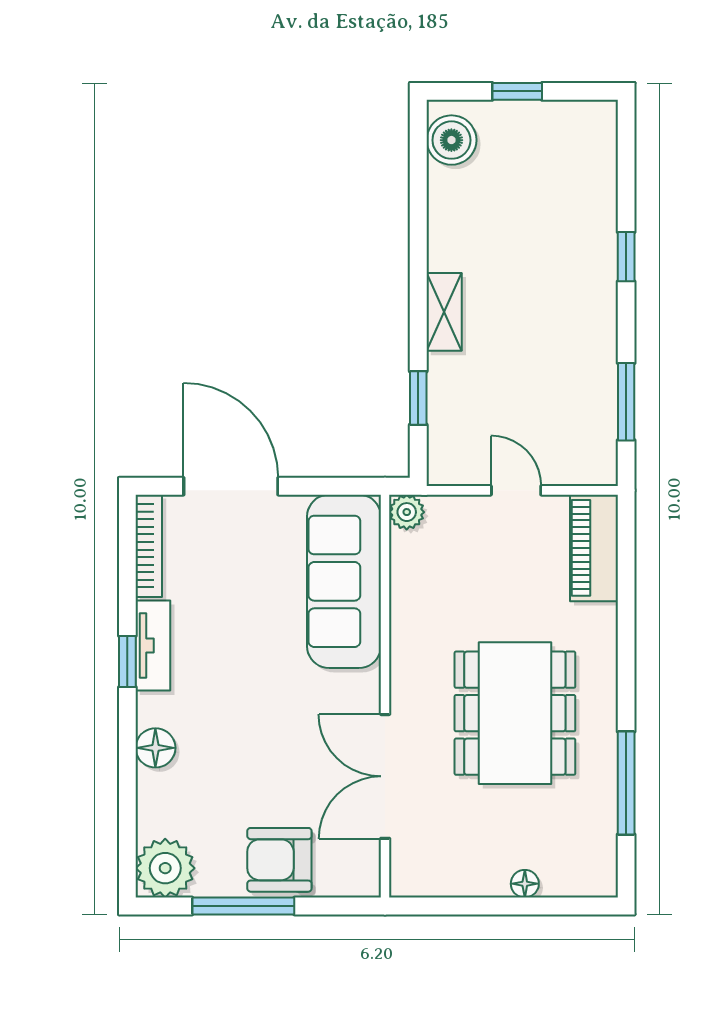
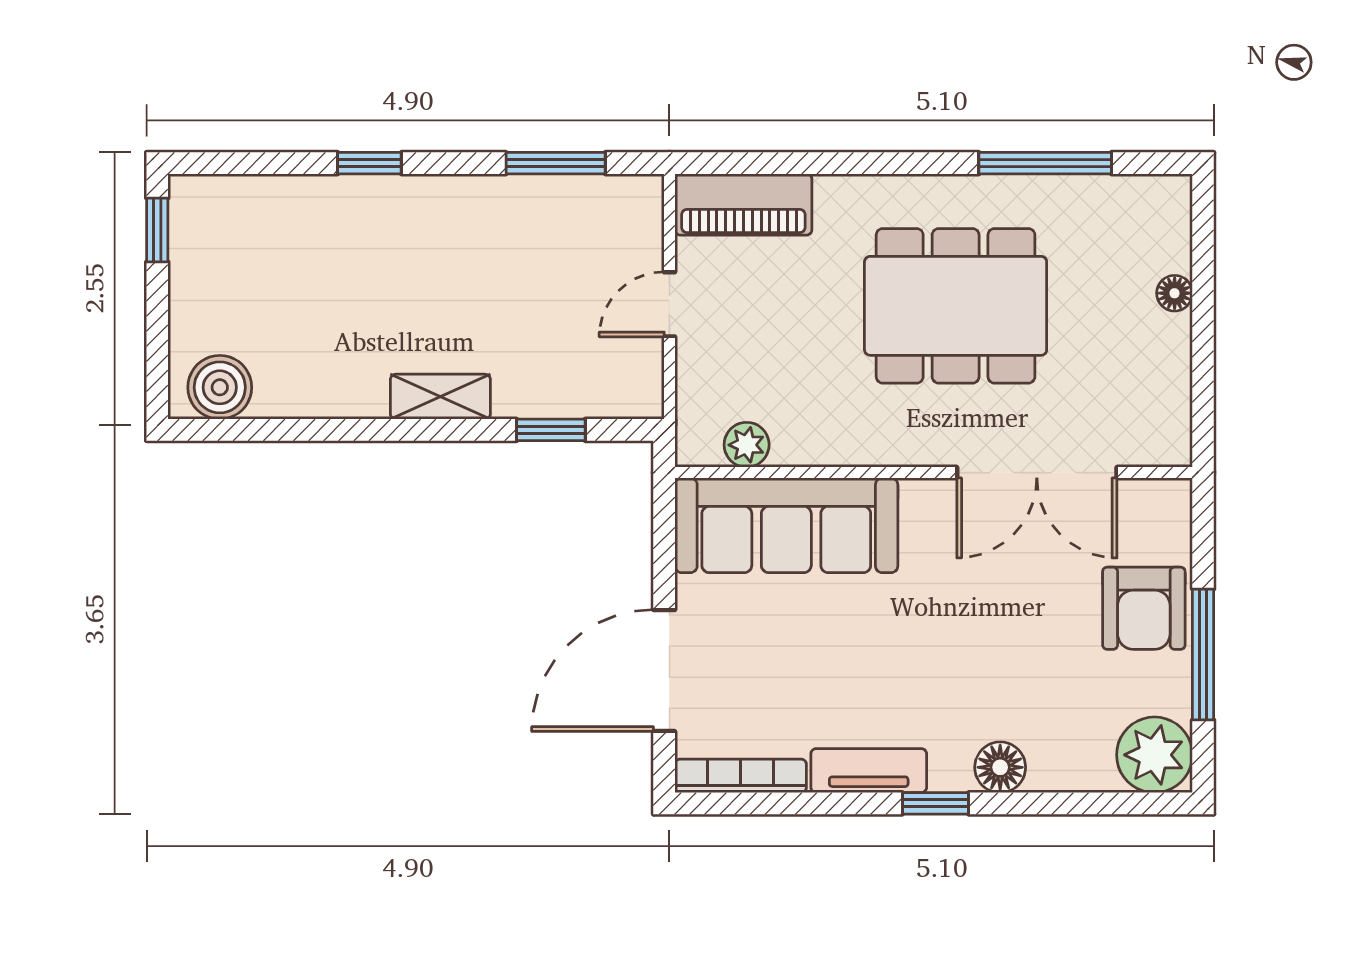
window: (517, 91) -> (157, 230), moved
plant: (407, 512) -> (747, 445), moved
window: (127, 661) -> (936, 803), moved

